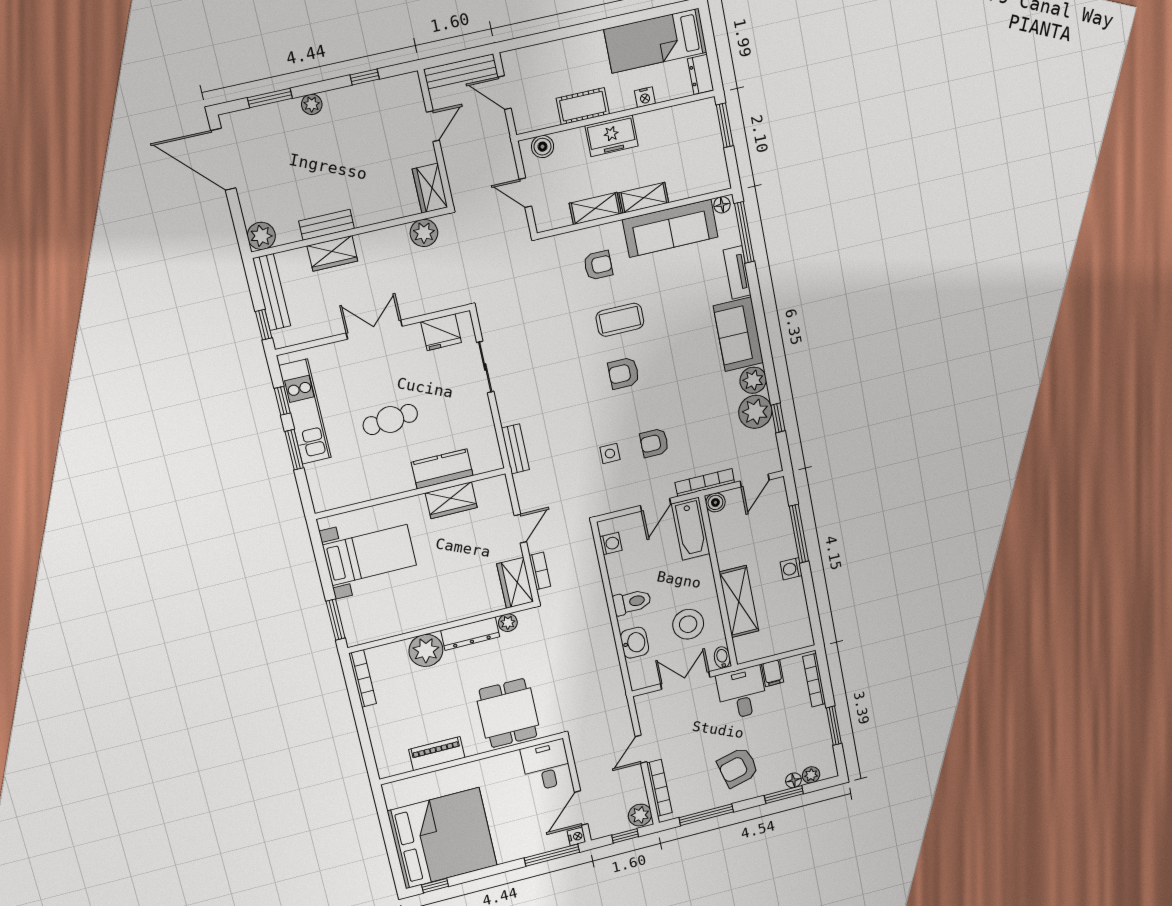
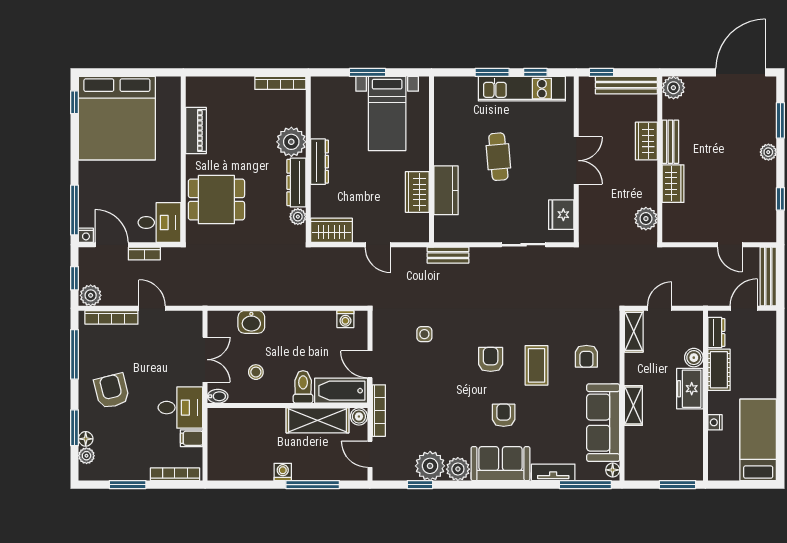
dresser: (701, 74) -> (716, 333), moved, turned 90
boiler: (543, 147) -> (694, 358), moved
wardrobe: (430, 188) -> (673, 184), moved, turned 90
shelving: (595, 209) -> (634, 331), moved
armchair: (654, 443) -> (504, 415), moved
bookcase: (540, 571) -> (144, 254), moved
toilet: (632, 602) -> (303, 387), moved, turned 180
shelving: (739, 602) -> (317, 420), moved
dresser: (441, 615) -> (320, 162), added
window: (336, 620) -> (368, 72), moved
stool: (688, 624) -> (256, 372), width x0.53, depth x0.53

